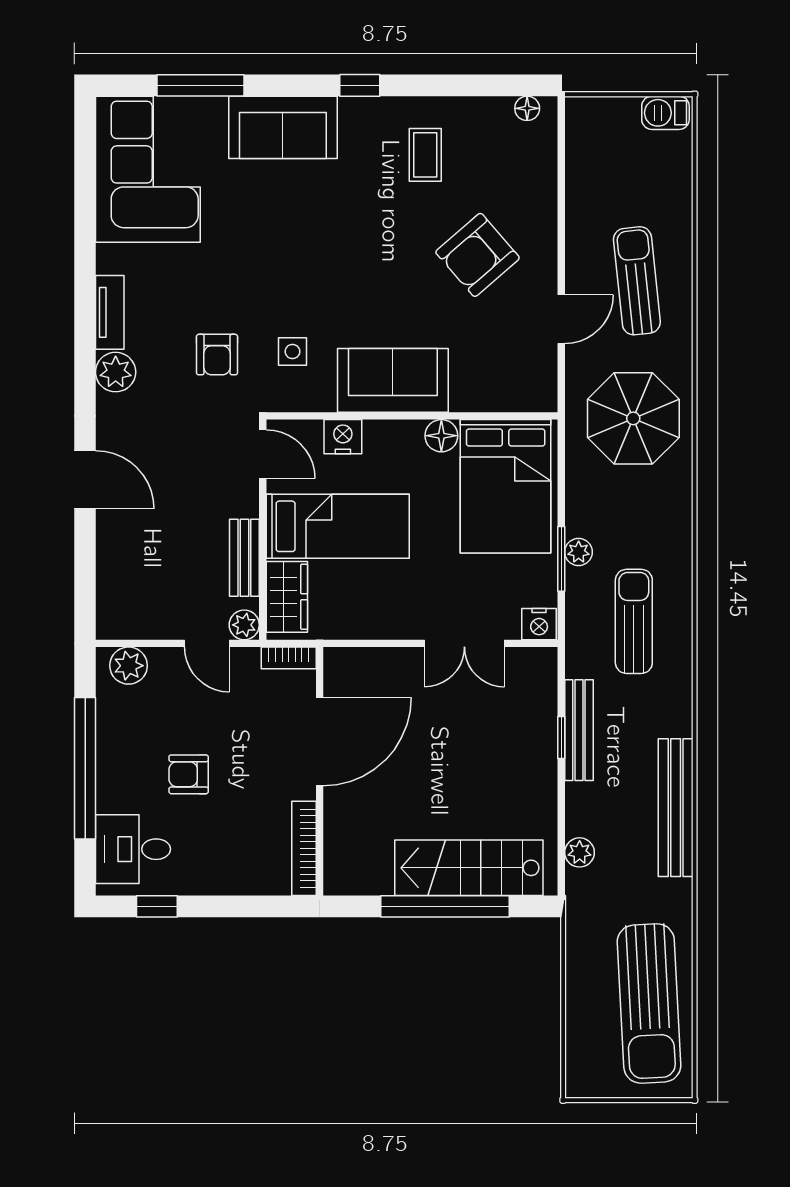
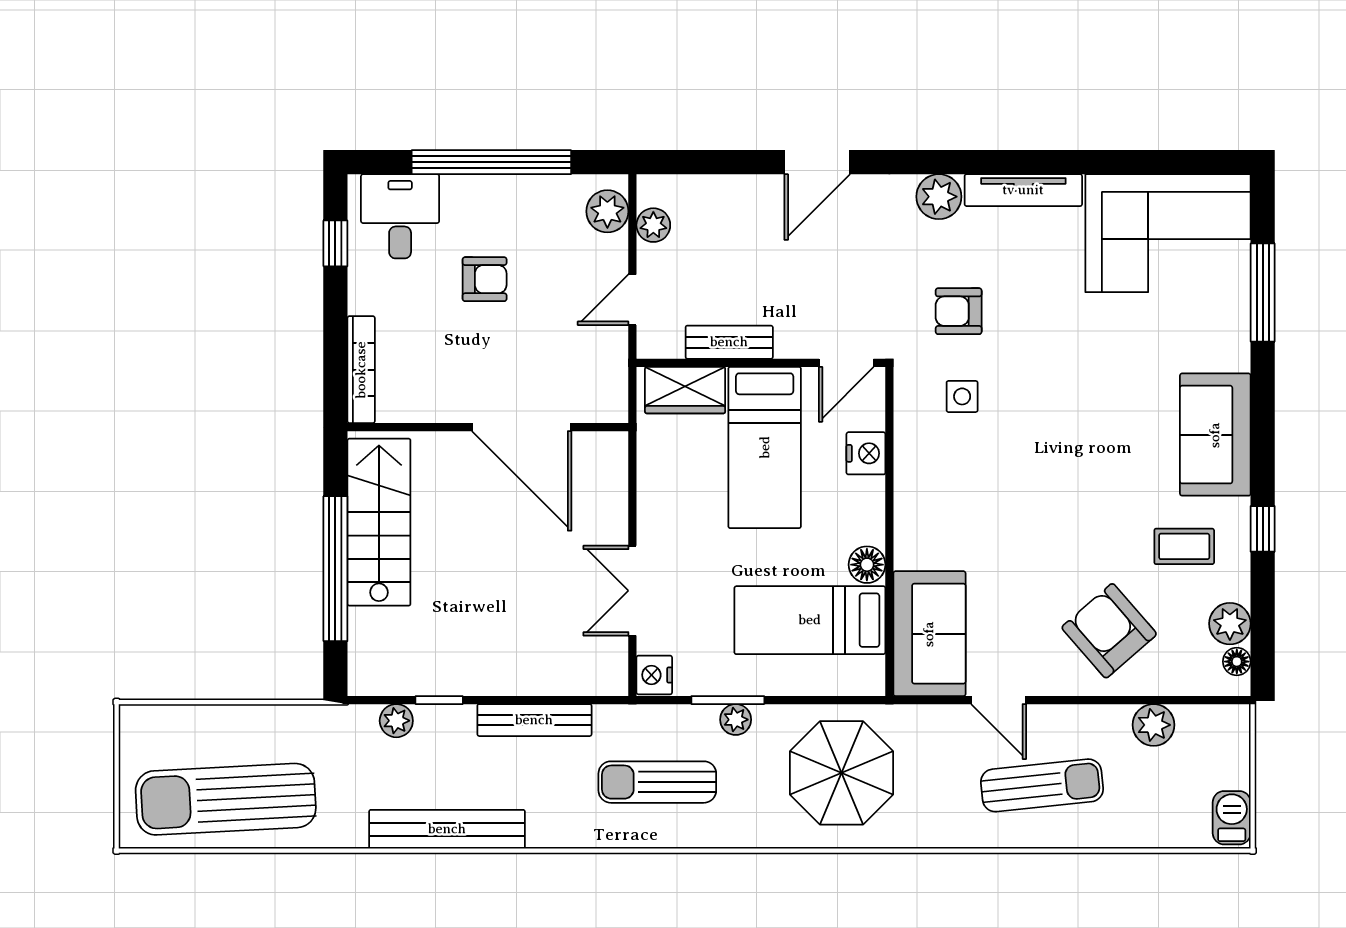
window: (360, 85) -> (1263, 529), moved
plant: (494, 114) -> (1230, 624), added
sofa: (283, 127) -> (1215, 435), moved
plant: (583, 182) -> (1154, 725), added
armchair: (478, 255) -> (1109, 631), moved
tv unit: (110, 312) -> (1023, 190), width x1.41
sofa: (393, 380) -> (929, 634), moved
parasol: (633, 418) -> (841, 773), moved
bed: (506, 486) -> (810, 620), width x0.67
sun lounger: (634, 621) -> (657, 782), turned 180
plant: (244, 625) -> (653, 225), moved
bookcase: (289, 658) -> (616, 392), removed
window: (561, 737) -> (439, 700), moved
armchair: (189, 774) -> (485, 279), turned 90
bookcase: (304, 848) -> (361, 370), moved, turned 90
stairs: (469, 868) -> (379, 522), moved

